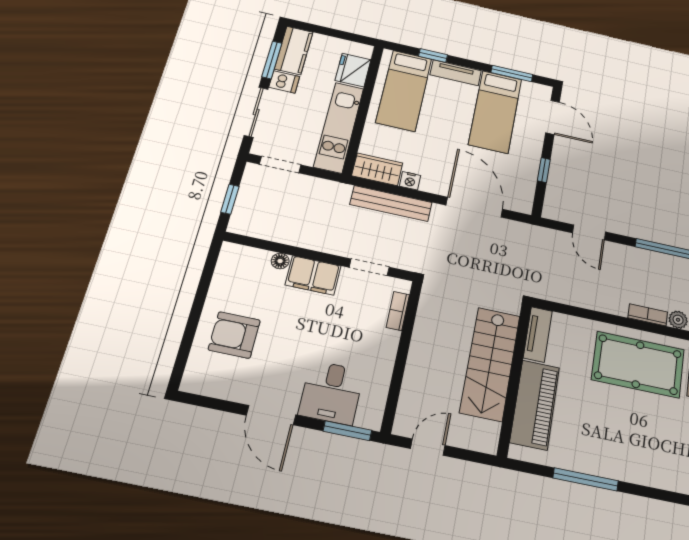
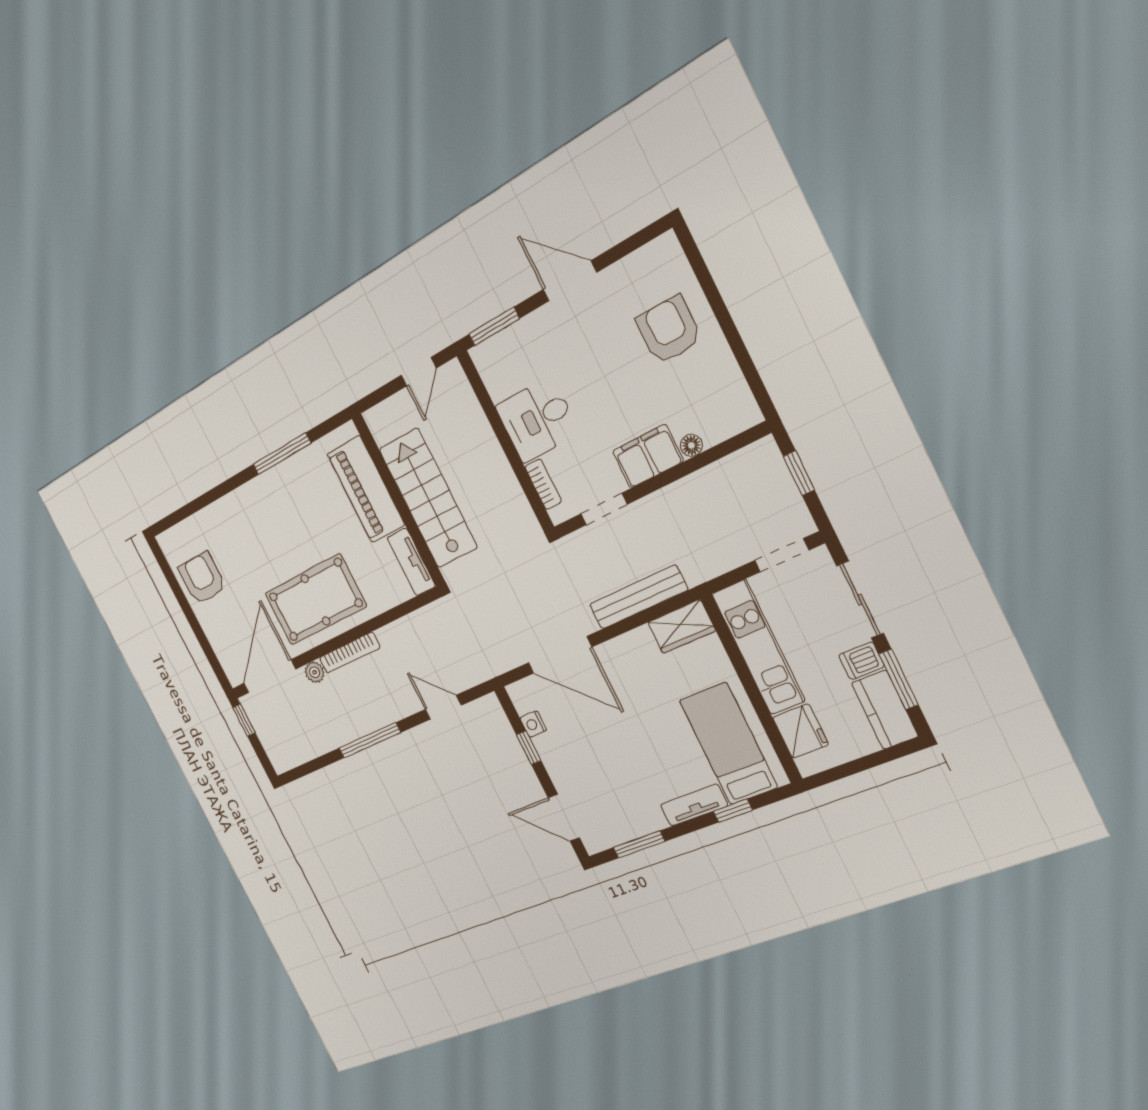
bed: (495, 112) -> (621, 784), removed
nightstand: (410, 181) -> (533, 724), moved, turned -90
bookcase: (648, 315) -> (350, 653), width x1.56
armchair: (234, 335) -> (669, 330), turned -90
desk: (331, 393) -> (537, 420), moved, turned -90

